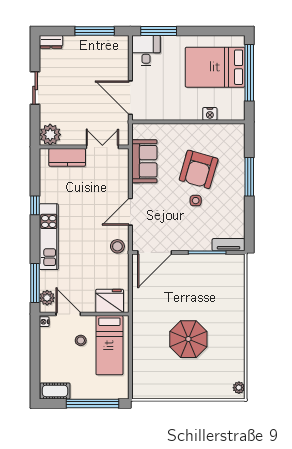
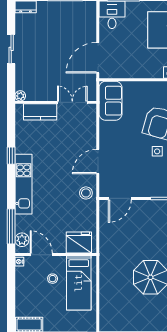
door: (130, 98) -> (98, 58), hinge flipped
plant: (50, 135) -> (20, 96), width x0.53, depth x0.53
sofa: (144, 161) -> (111, 101), moved
door: (155, 252) -> (120, 198), width x0.73

